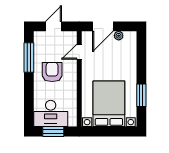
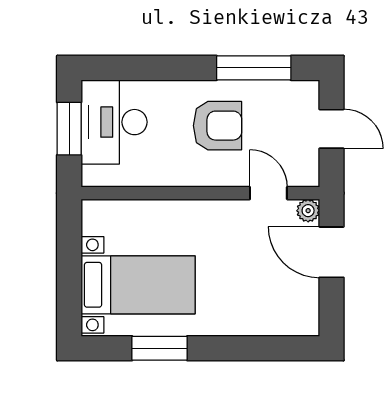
plant: (119, 36) -> (308, 211), moved
bed with nightstands: (109, 104) -> (138, 285), width x0.73

